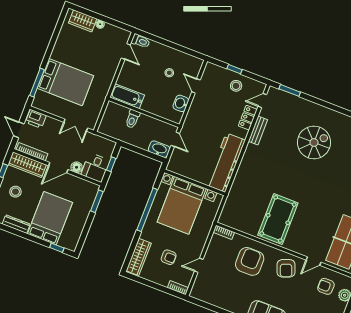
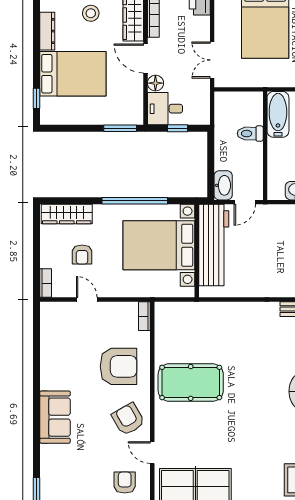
workbench: (226, 163) -> (214, 245), moved, turned 90
armchair: (286, 268) -> (128, 419), turned 81

